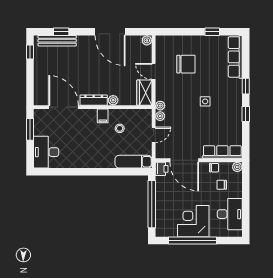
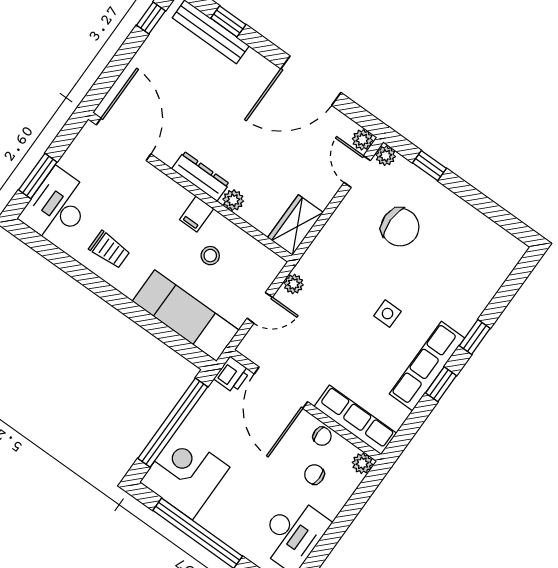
door: (110, 32) -> (311, 81), hinge flipped
window: (212, 32) -> (430, 166), moved
row of seats: (235, 57) -> (427, 366), moved
door: (154, 71) -> (357, 172), moved
plant: (160, 106) -> (386, 156), moved
door: (64, 107) -> (124, 139), moved
window: (30, 129) -> (38, 176), moved
trolley: (79, 154) -> (109, 250), added
exam couch: (133, 162) -> (186, 316), width x1.36, depth x1.45
corner desk: (193, 221) -> (185, 475), moved

